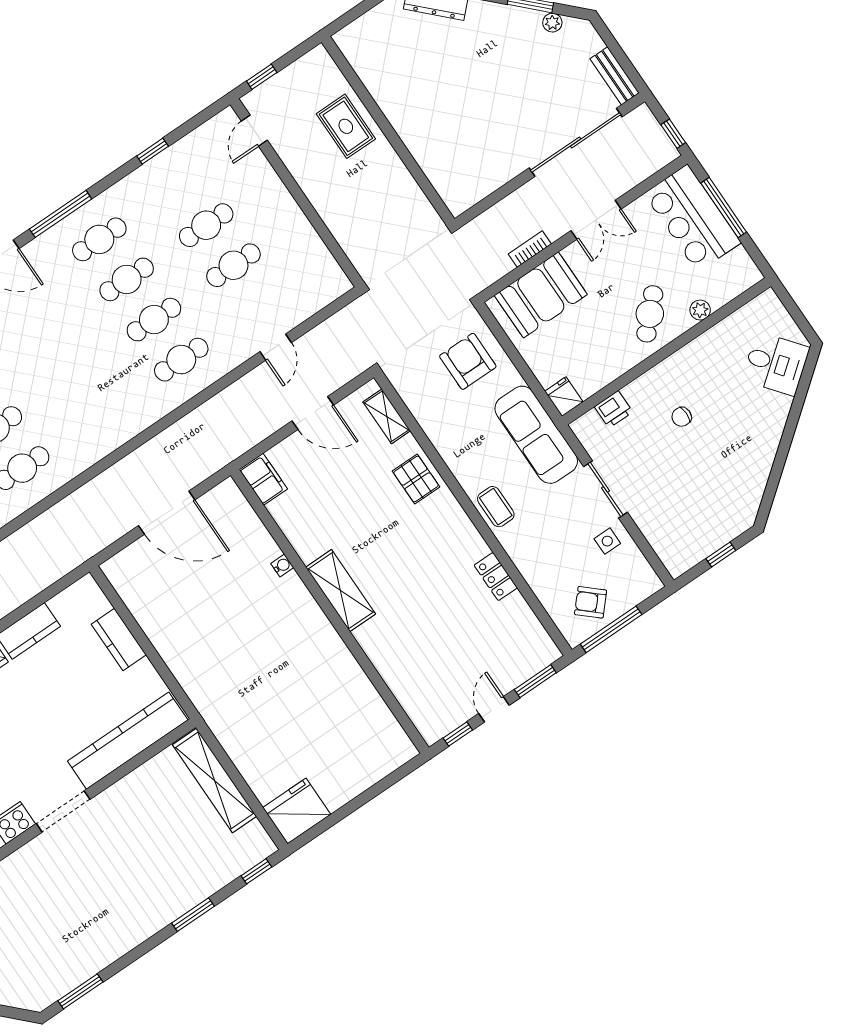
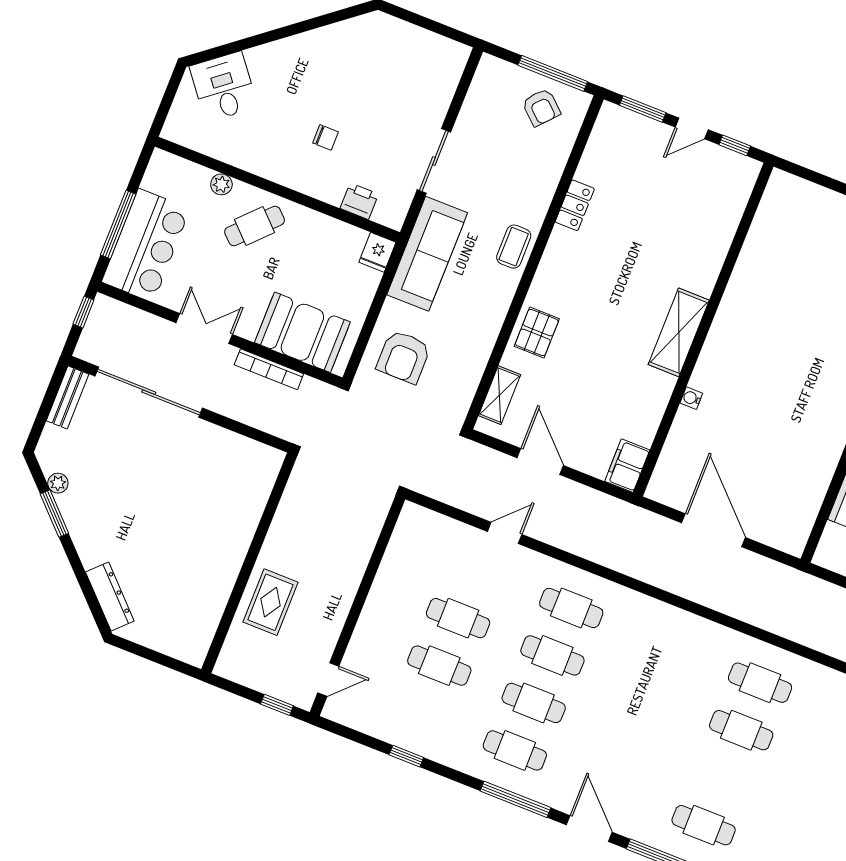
bookcase: (530, 249) -> (269, 369), width x1.56
side table: (607, 541) -> (478, 129), removed
window: (721, 555) -> (423, 22), removed

